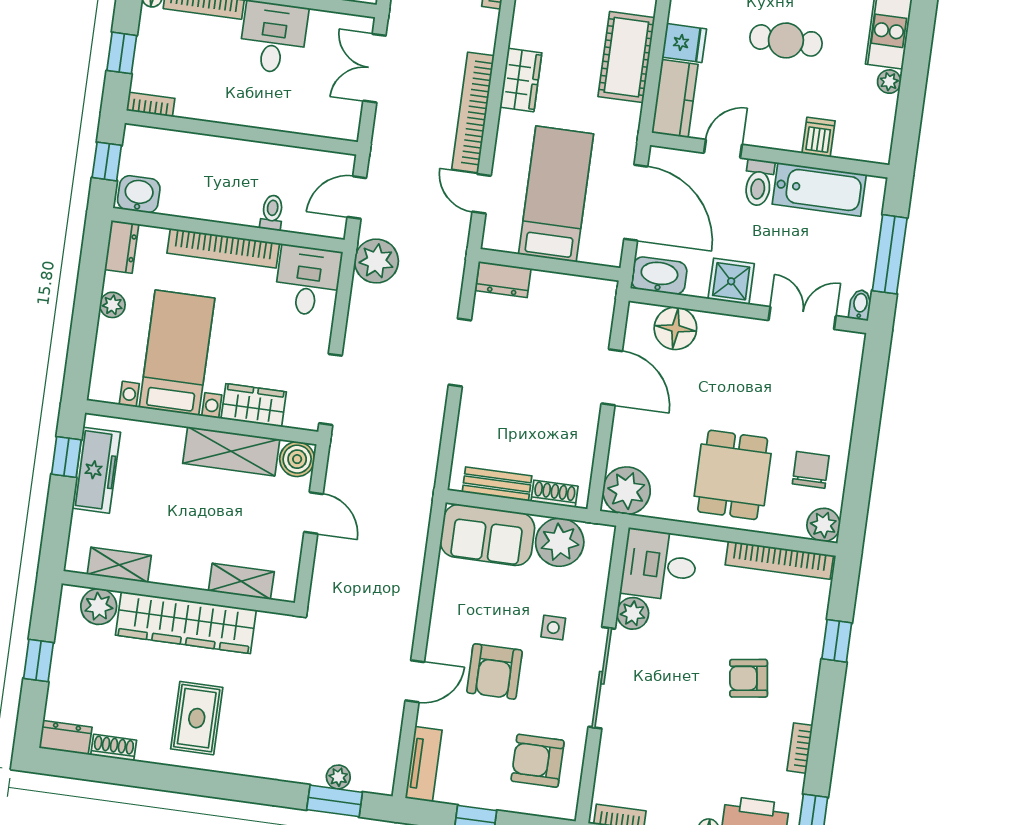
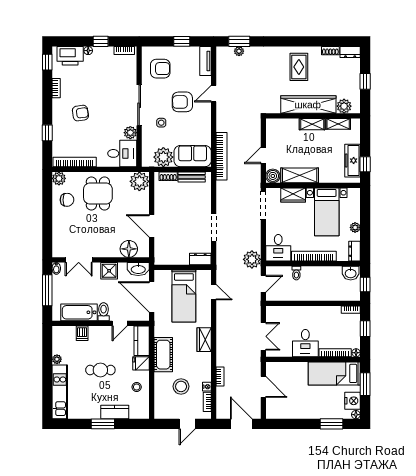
bookcase: (473, 112) -> (222, 156), moved
chair: (811, 470) -> (67, 200), turned -90
door: (314, 513) -> (263, 155), hinge flipped
shelving: (241, 581) -> (312, 124), moved
armchair: (494, 671) -> (182, 102), turned -91

